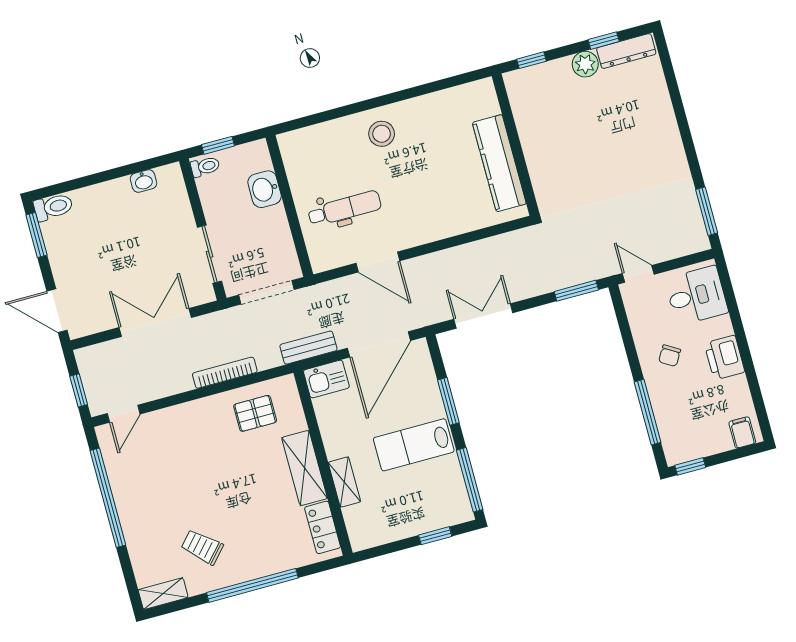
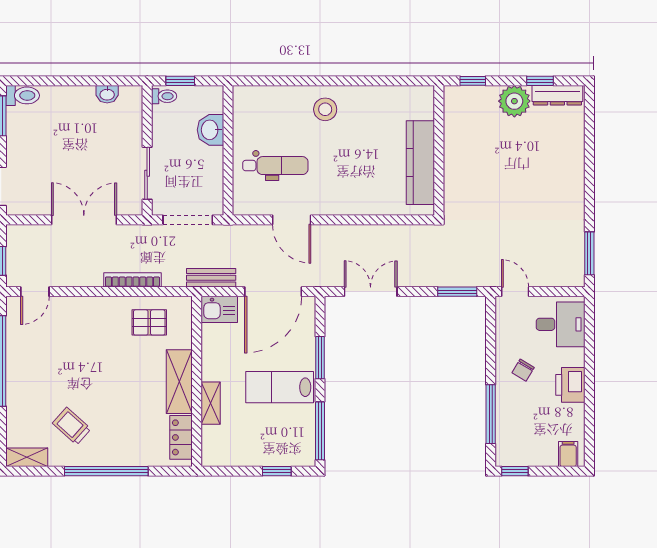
plant: (585, 64) -> (514, 101), width x1.36, depth x1.36

